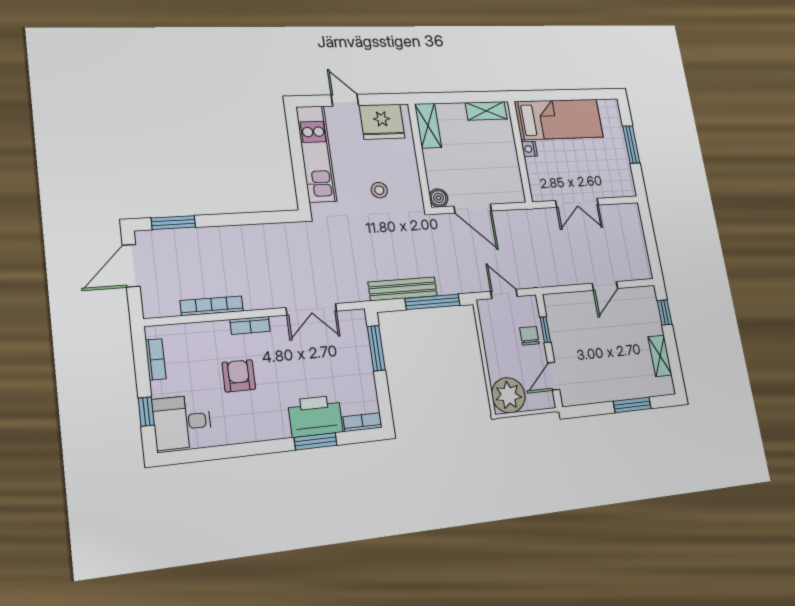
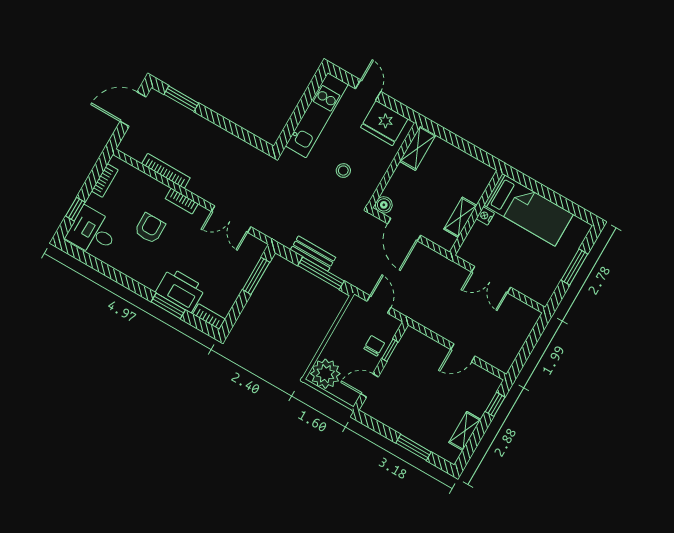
shelving: (486, 111) -> (460, 217), moved, turned 90
bench: (403, 289) -> (313, 254), width x0.73

